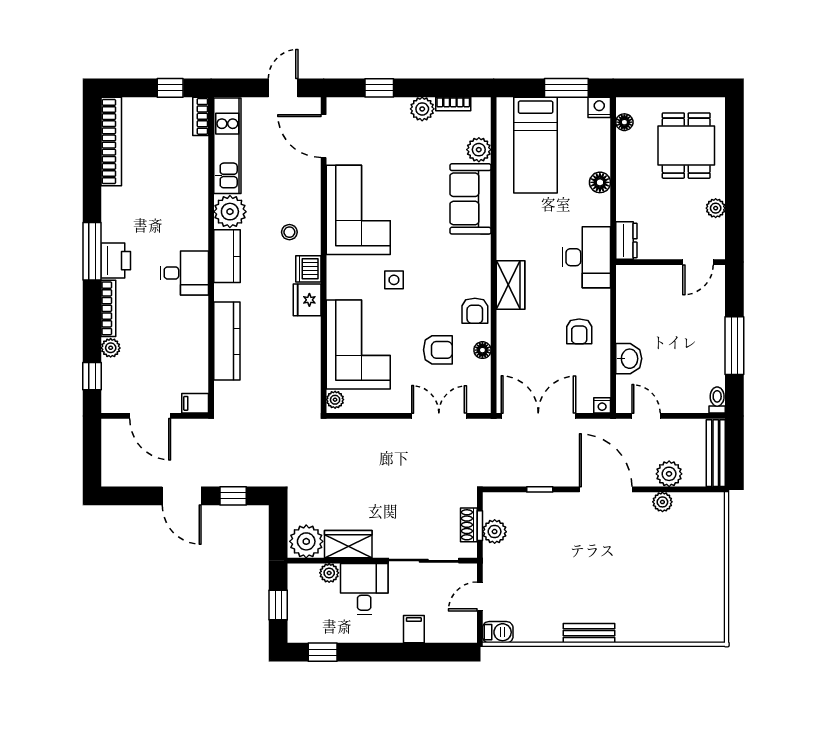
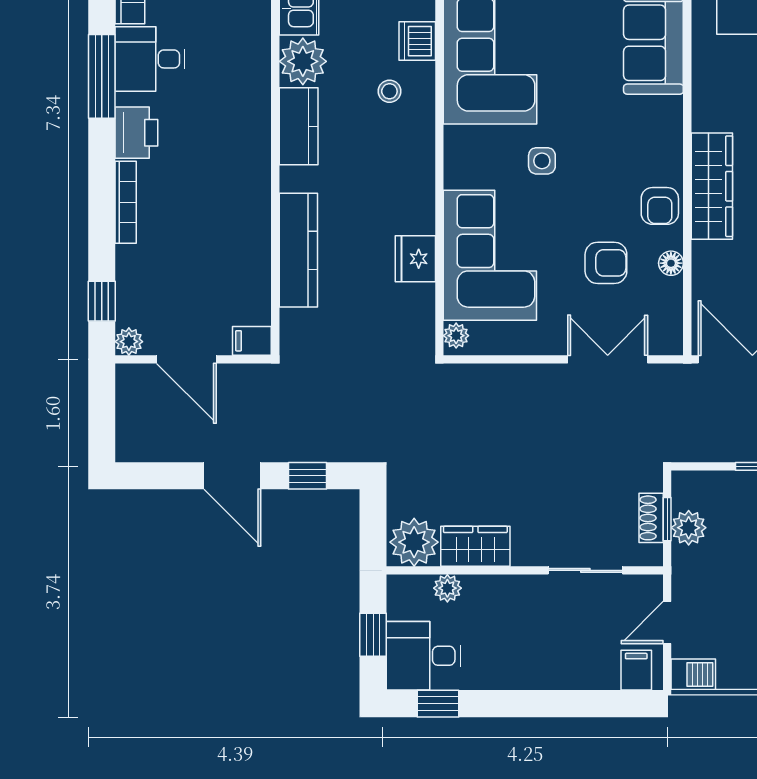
window: (92, 251) -> (102, 76), moved
dishwasher: (308, 269) -> (417, 41), moved
desk: (184, 273) -> (150, 59), moved, turned 180
wardrobe: (511, 285) -> (712, 186), width x1.50
fridge: (307, 300) -> (415, 259), moved
plant: (111, 348) -> (129, 342), moved
sliding door: (424, 561) -> (585, 570), width x0.73
desk: (364, 589) -> (424, 656), moved, turned -90
filing cabinet: (414, 629) -> (636, 670), moved

